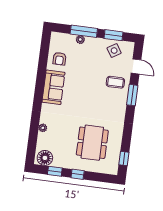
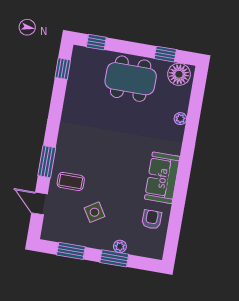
window: (84, 31) -> (114, 258), width x0.69
side table: (114, 51) -> (94, 212), moved
dining table: (92, 143) -> (131, 79), moved, turned 90
window: (78, 174) -> (96, 42), moved

